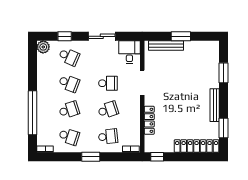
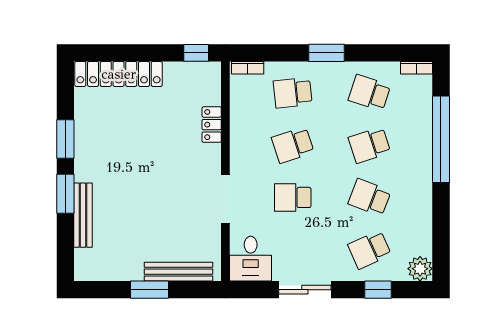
school desk: (69, 57) -> (369, 250), turned -48
window: (224, 73) -> (65, 194), moved
bench: (215, 105) -> (83, 215), moved
locker: (149, 120) -> (212, 125), width x0.66
window: (224, 128) -> (65, 139), moved

